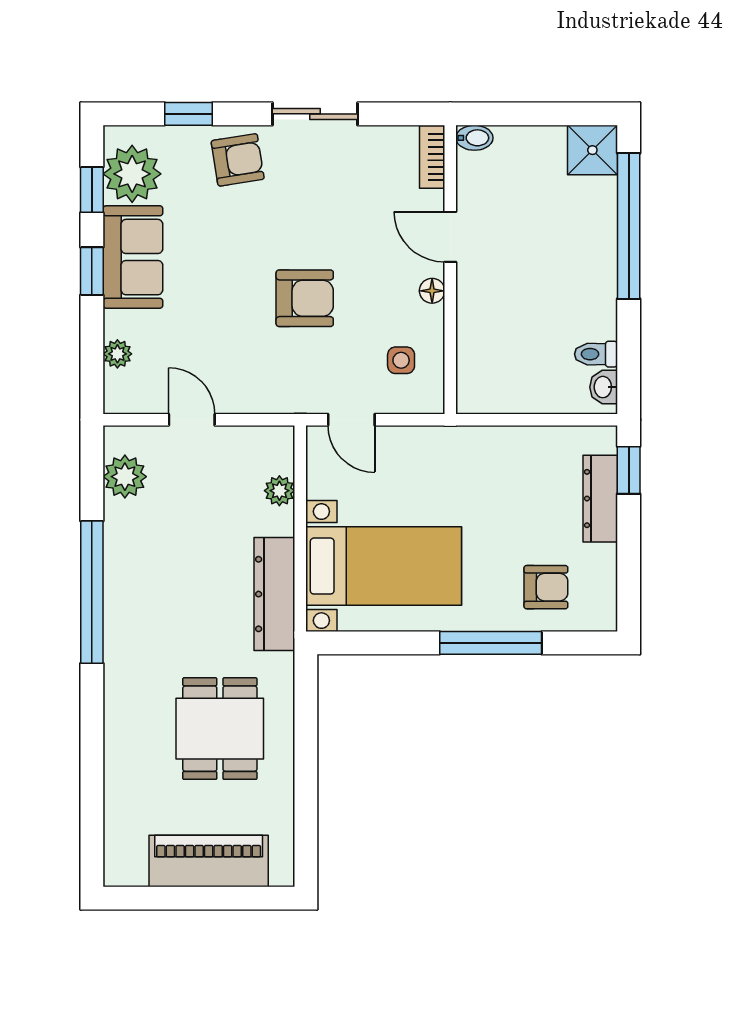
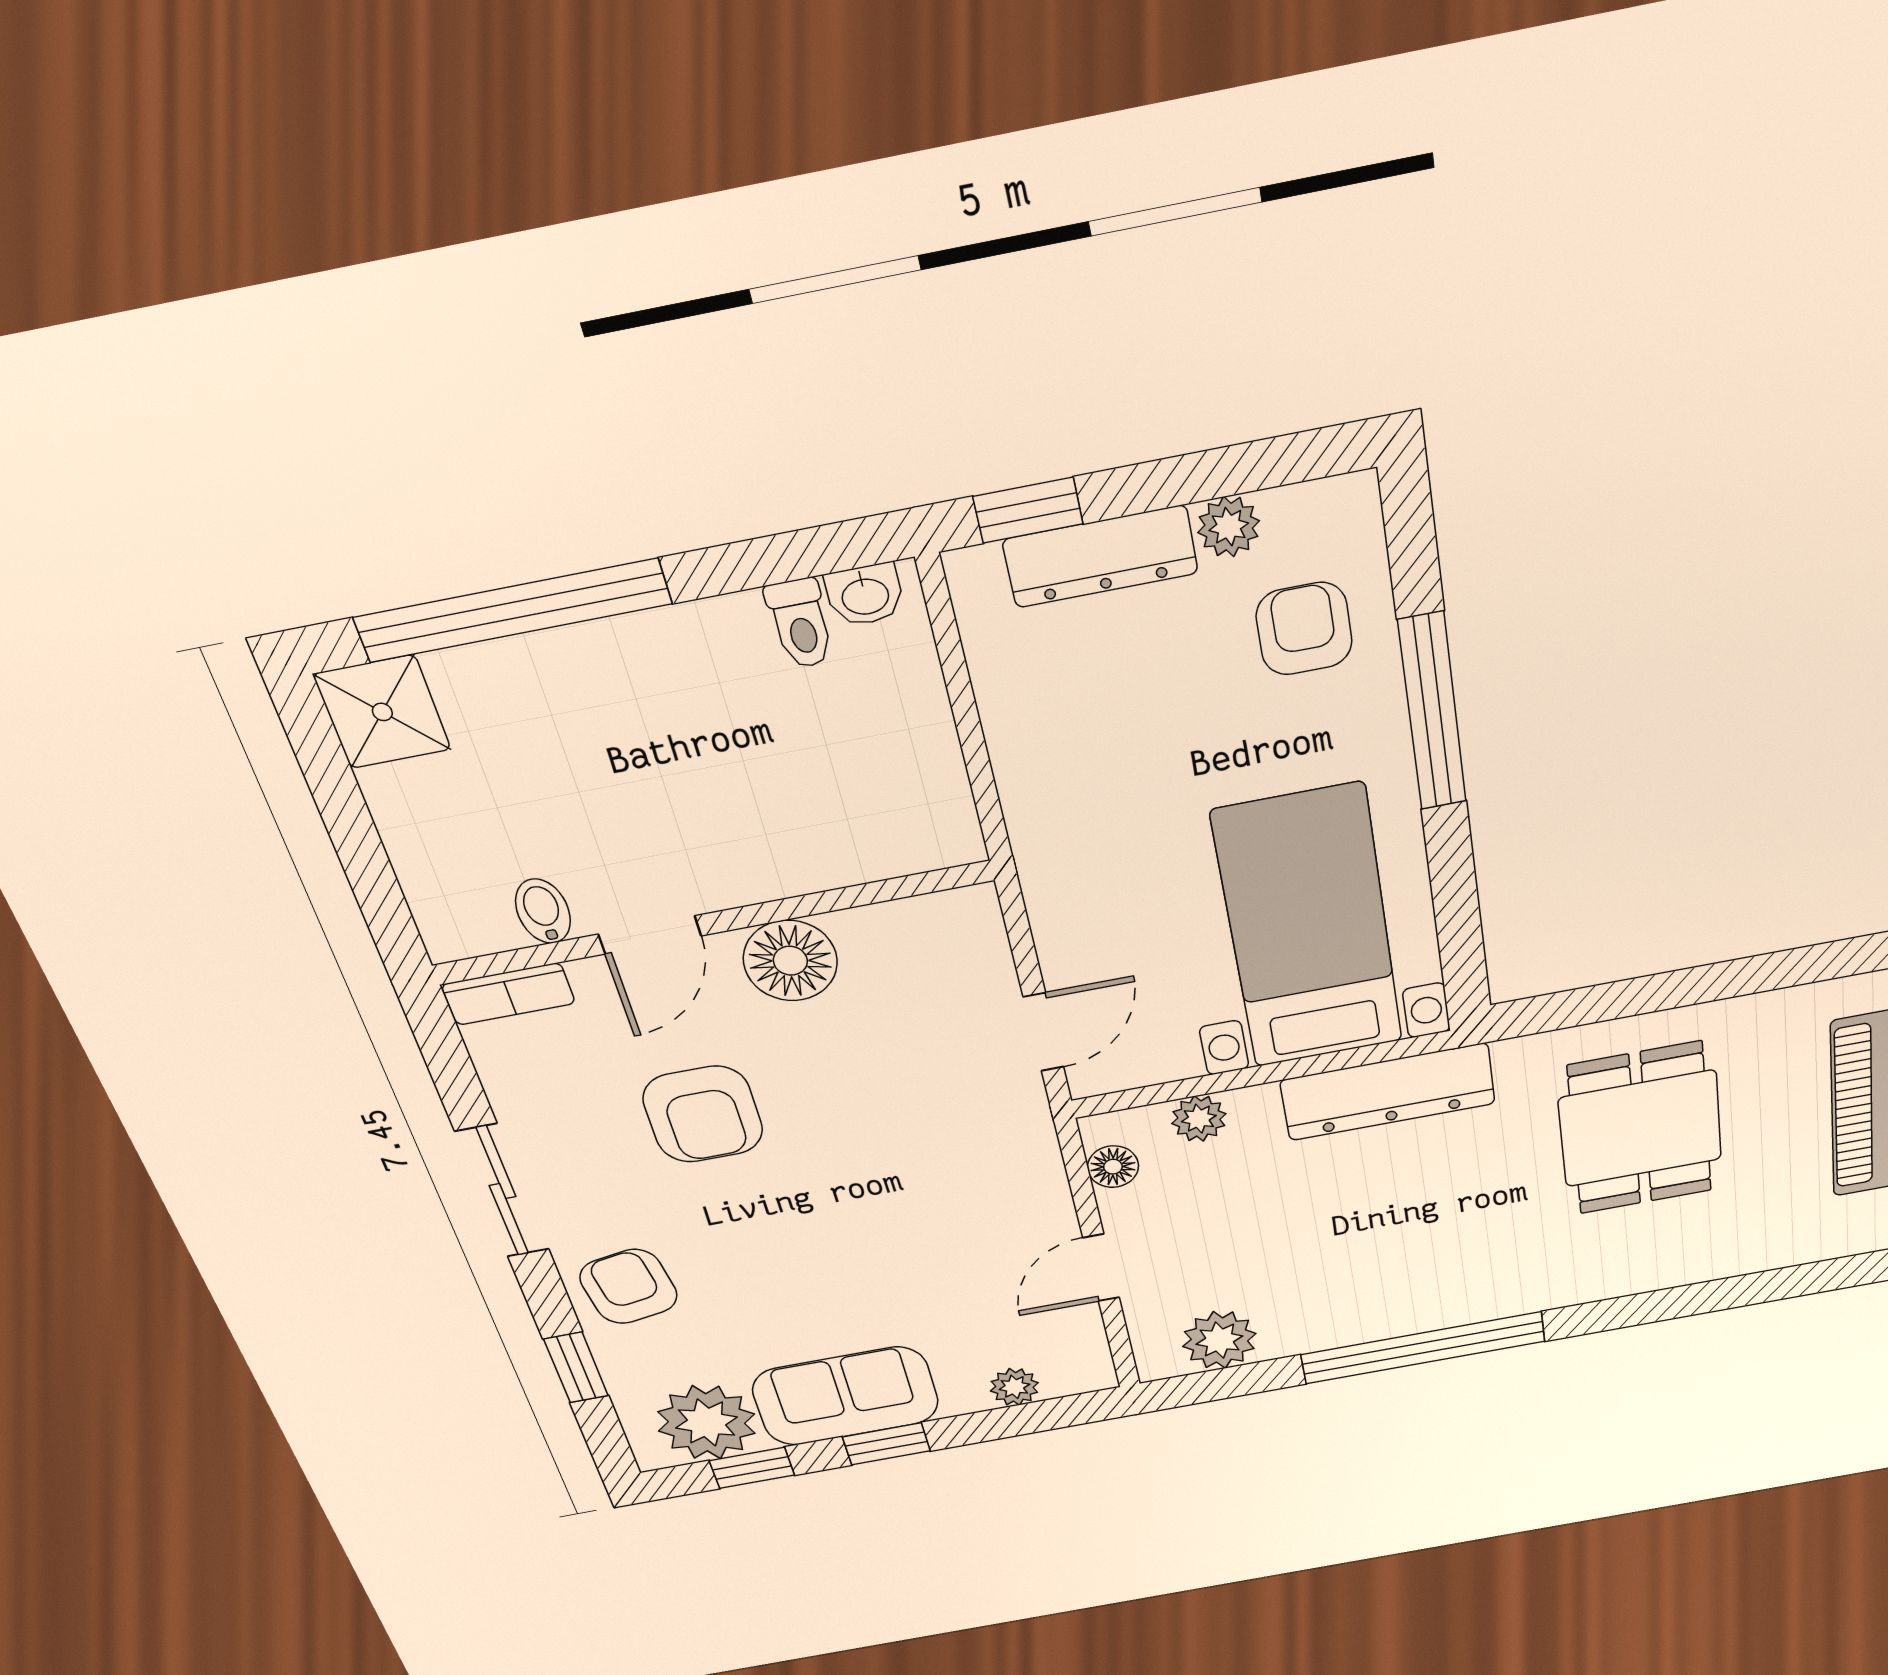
bidet: (474, 138) -> (543, 911), moved
floor lamp: (432, 291) -> (790, 961), width x1.89, depth x1.89
armchair: (305, 298) -> (703, 1114), moved, turned 180
side table: (401, 360) -> (911, 973), removed
floor lamp: (259, 439) -> (1113, 1167), added
plant: (603, 560) -> (1229, 527), added
dining table: (220, 729) -> (1640, 1129), turned 90

